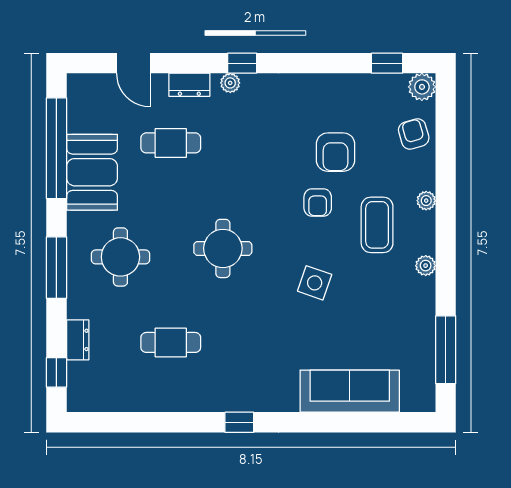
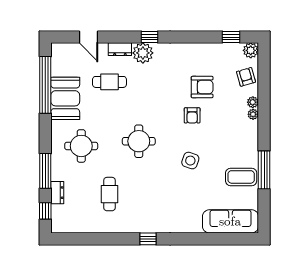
plant: (230, 83) -> (143, 53), width x1.88, depth x1.88
armchair: (335, 152) -> (202, 87), turned -90
coffee table: (377, 225) -> (241, 177), moved, turned 90
plant: (426, 266) -> (253, 102), moved
window: (56, 268) -> (45, 171), moved
cafe table: (171, 342) -> (109, 194), turned 90
window: (446, 350) -> (264, 170), moved
sofa: (350, 391) -> (230, 221), moved

